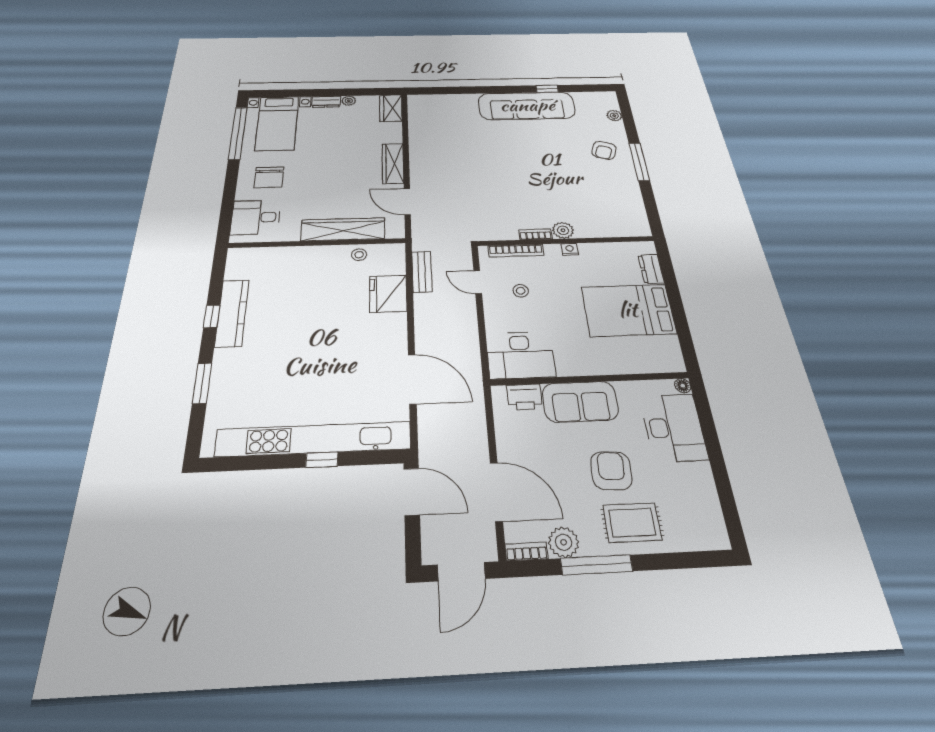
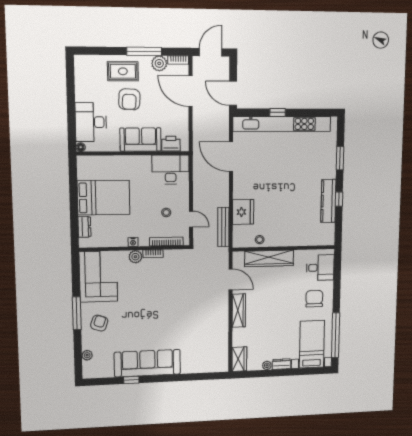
corner sofa: (616, 205) -> (98, 277), added
bench: (422, 272) -> (223, 227), width x1.36

